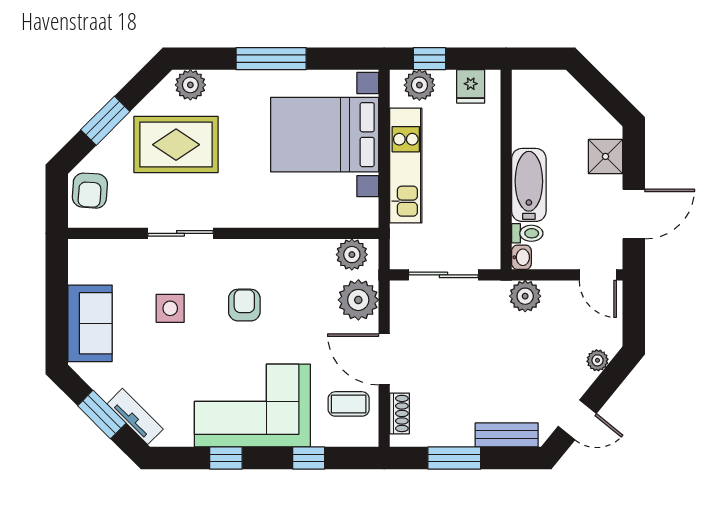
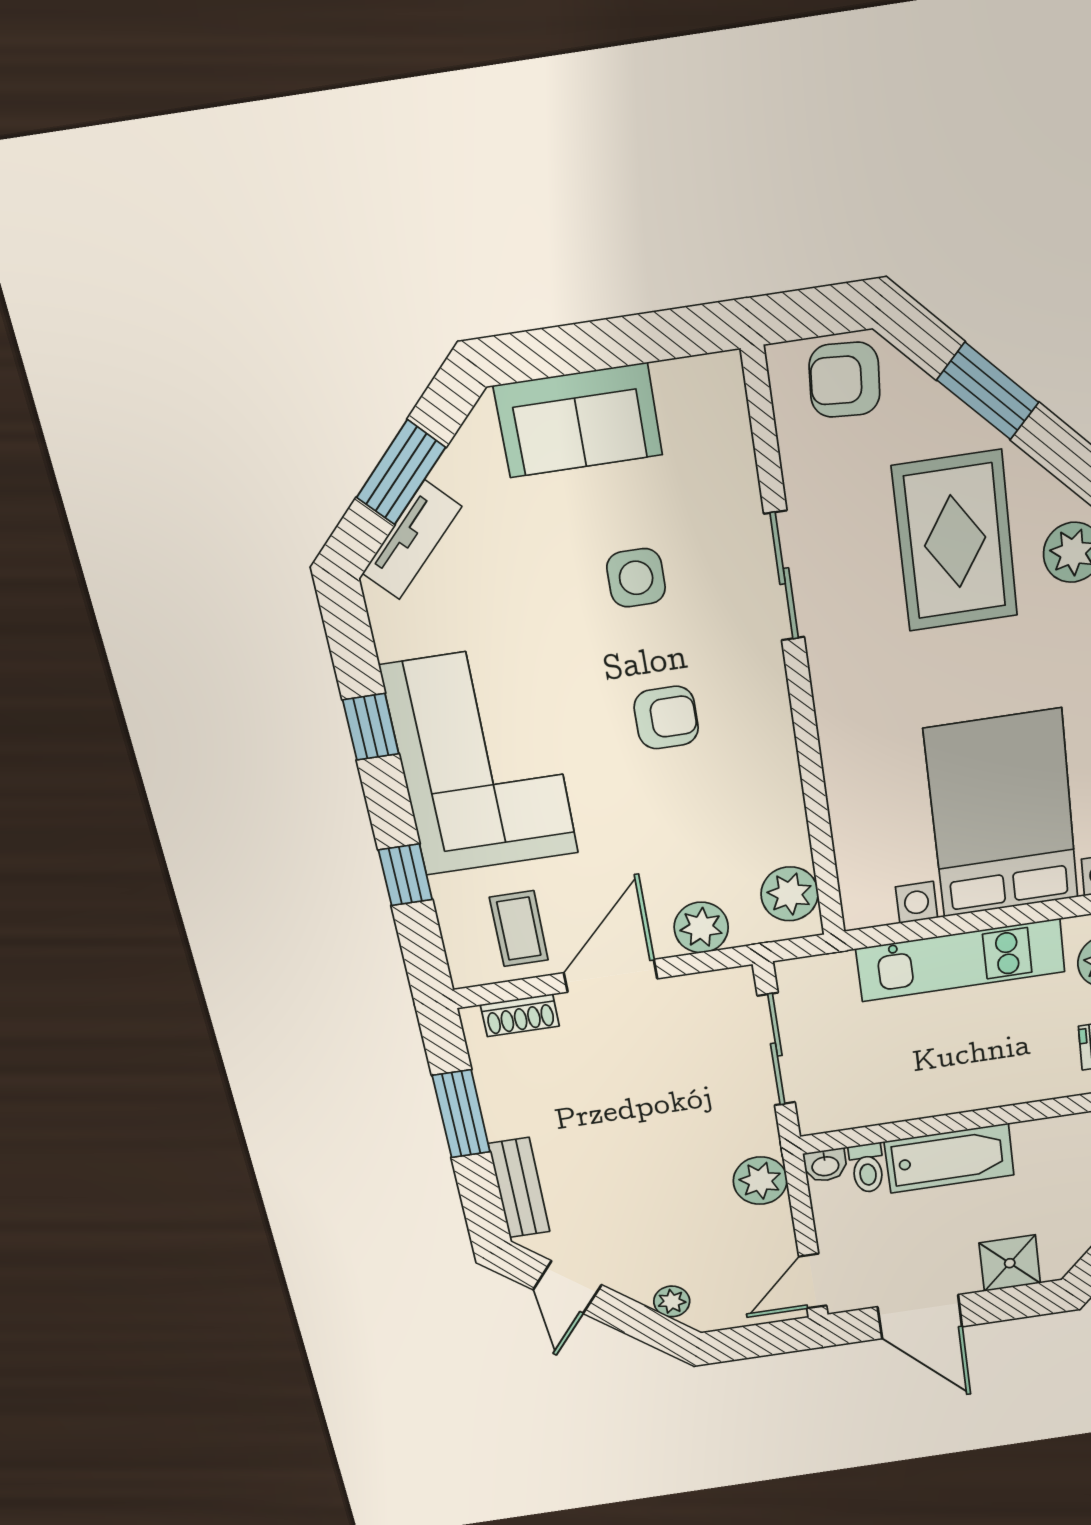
plant: (358, 300) -> (701, 927), width x0.73, depth x0.73

